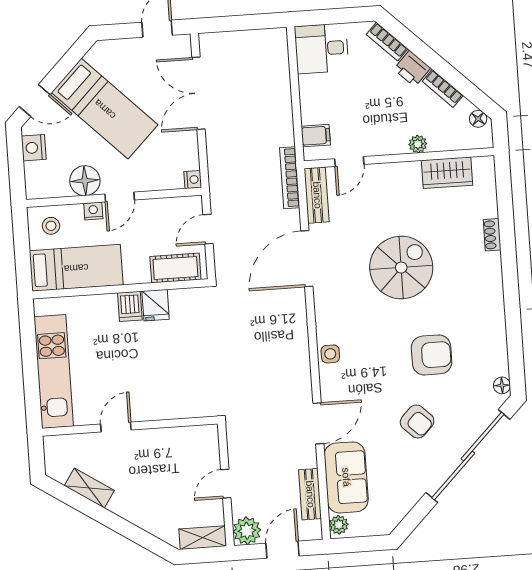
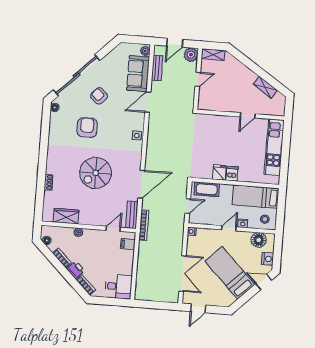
floor lamp: (85, 181) -> (259, 240), moved
armchair: (432, 355) -> (87, 128), turned 90

